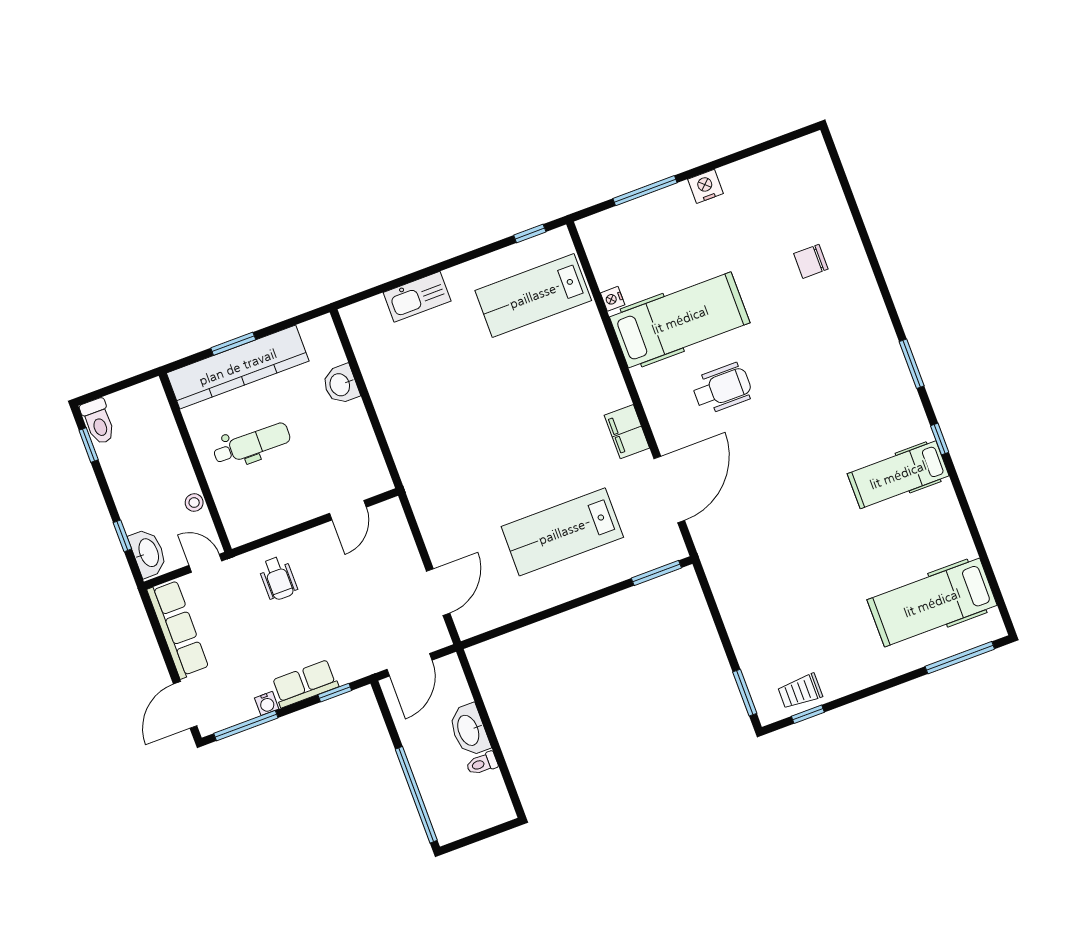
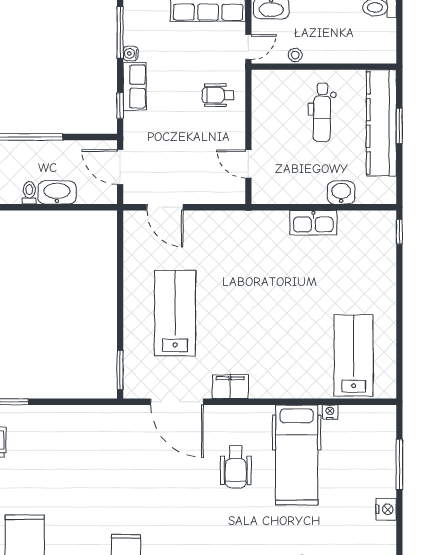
window: (530, 233) -> (399, 232), moved
kitchen sink: (417, 297) -> (313, 223), moved, turned -90

